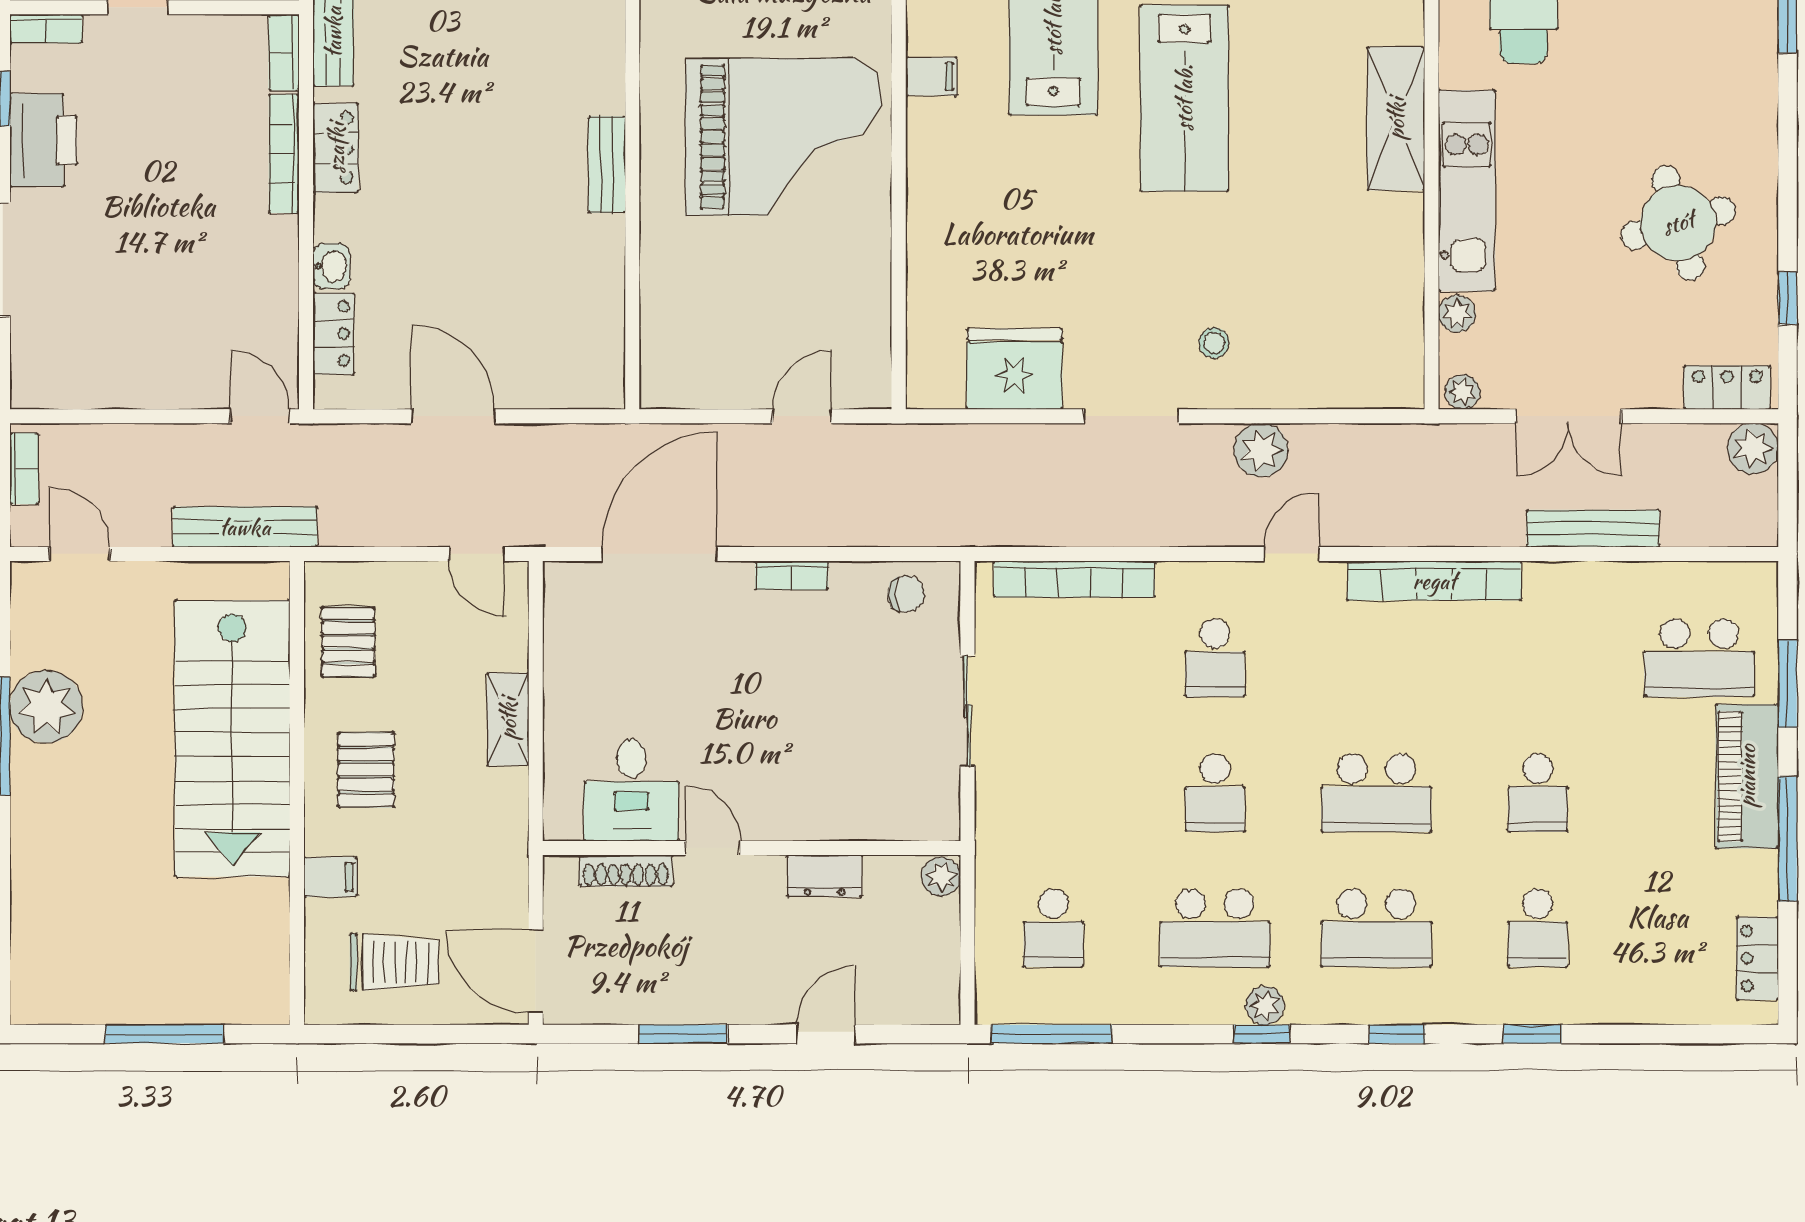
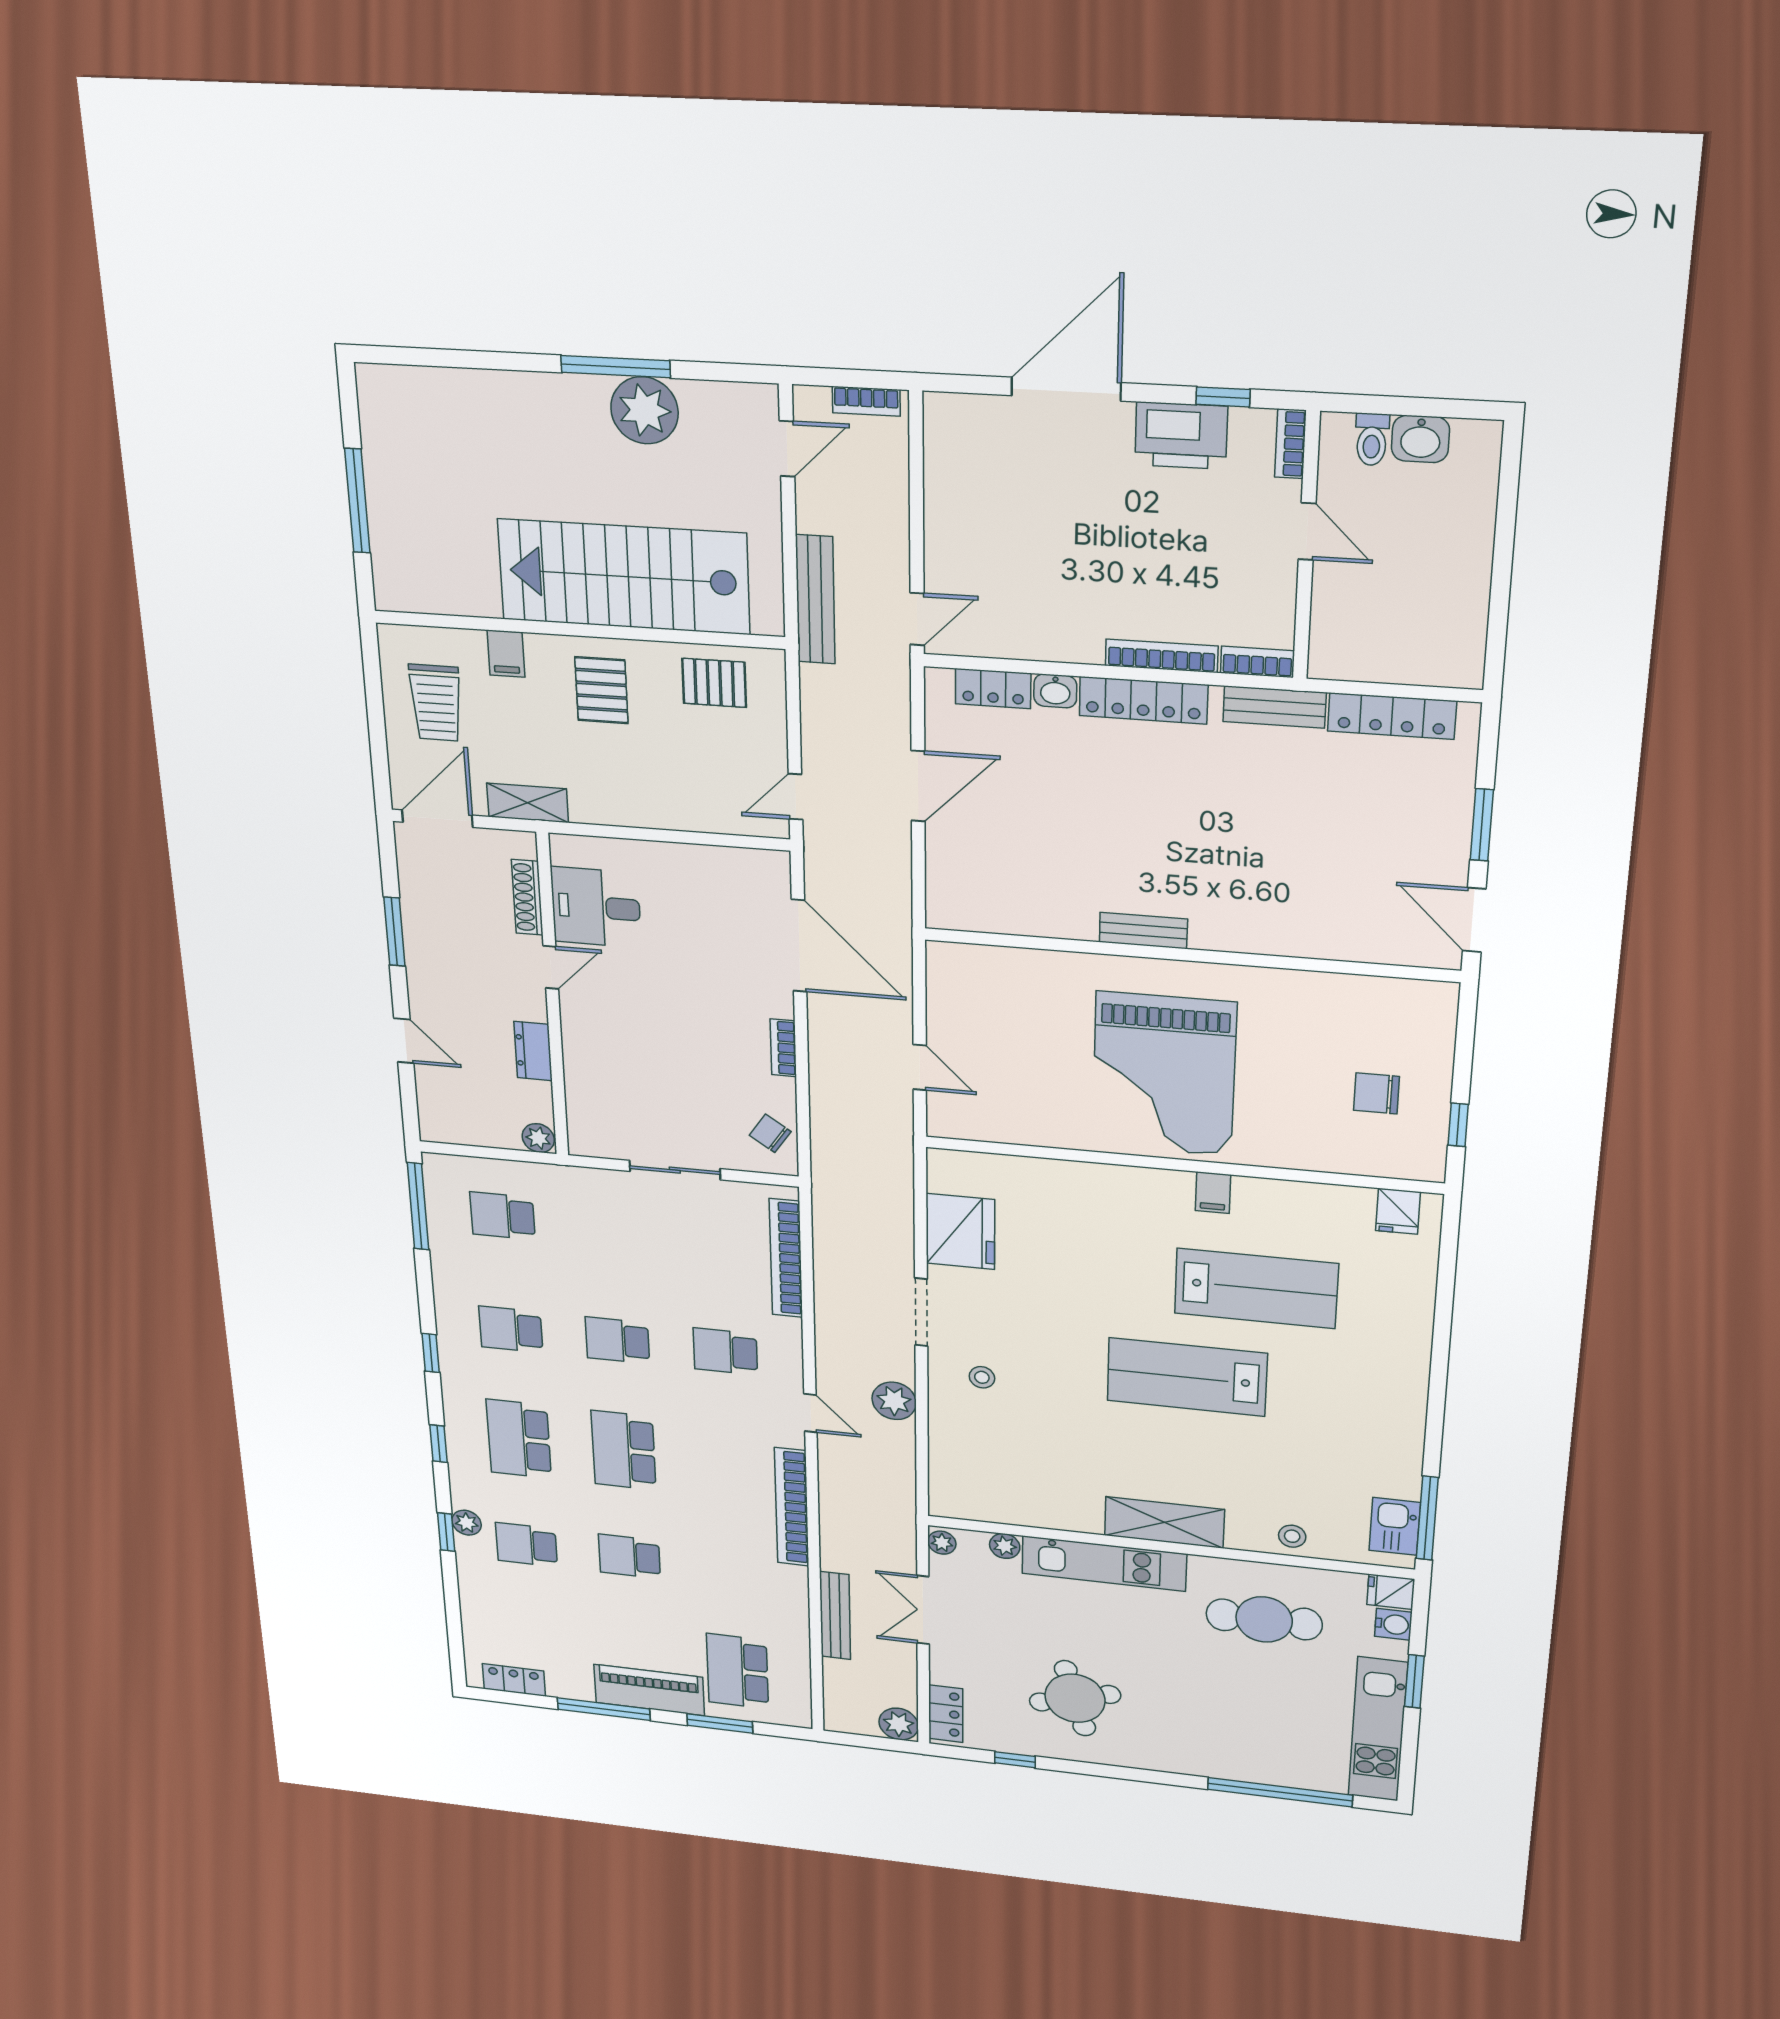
locker: (336, 148) -> (1143, 700), width x1.53
chair: (906, 594) -> (770, 1133), turned 128
shelving: (508, 719) -> (527, 803), moved
pallet: (366, 770) -> (601, 690), turned 90
school desk: (1215, 928) -> (511, 1329), width x0.54
plant: (1265, 1006) -> (467, 1523), moved

